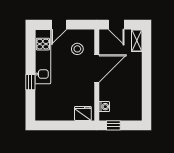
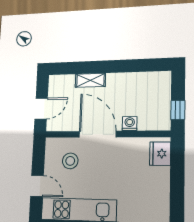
shelving: (137, 41) -> (90, 80), moved
washing machine: (104, 107) -> (130, 124), moved

